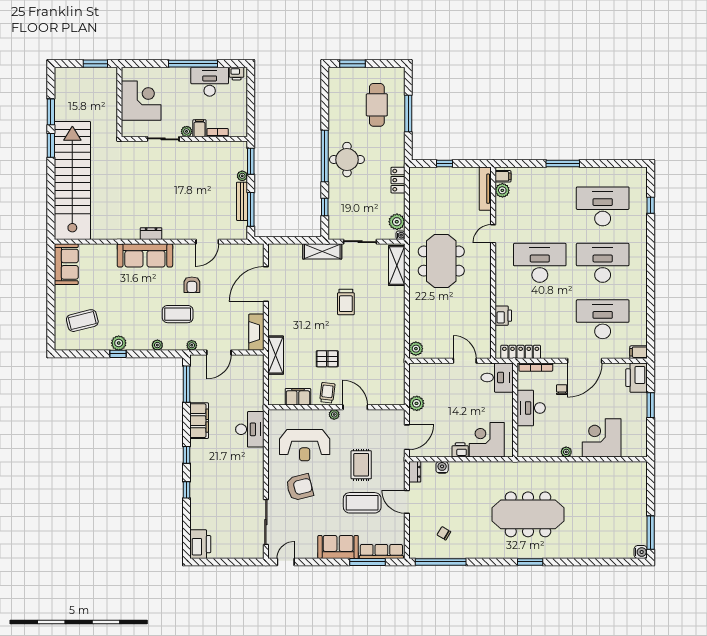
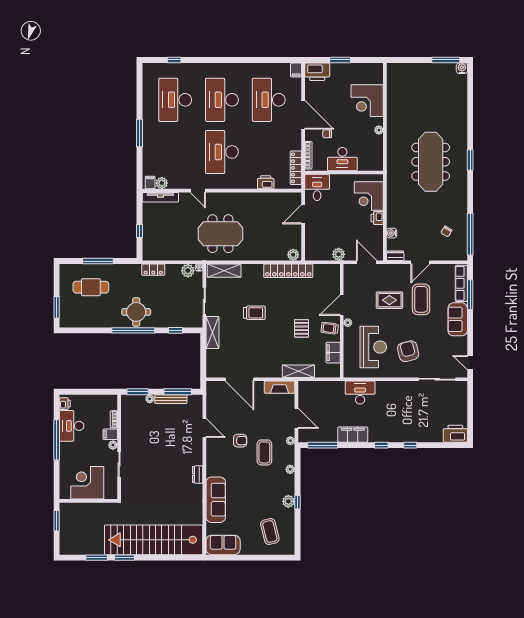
sofa: (145, 255) -> (216, 500), moved
locker: (397, 343) -> (288, 271), added

